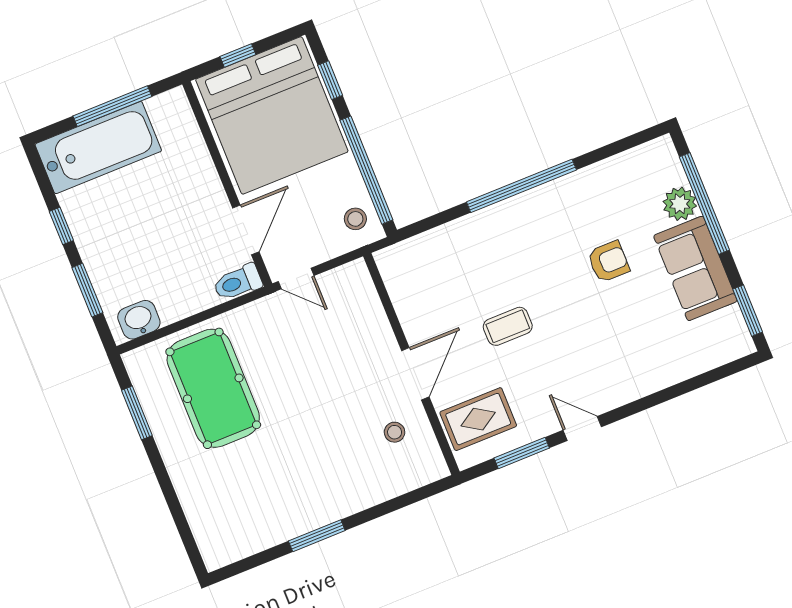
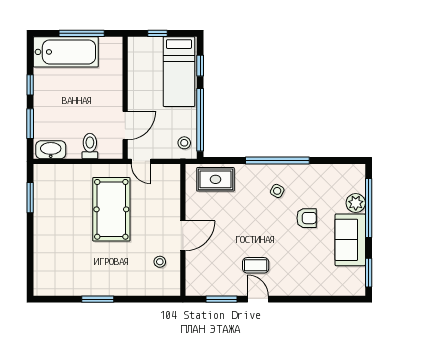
bed: (272, 115) -> (179, 72), width x0.49
side table: (542, 236) -> (277, 191), added
toilet: (238, 282) -> (90, 146), moved, turned 90
washbasin: (139, 320) -> (51, 150), width x1.38
coffee table: (508, 326) -> (256, 265), moved
pool table: (213, 388) -> (111, 209), moved
rug: (478, 419) -> (215, 179), moved

